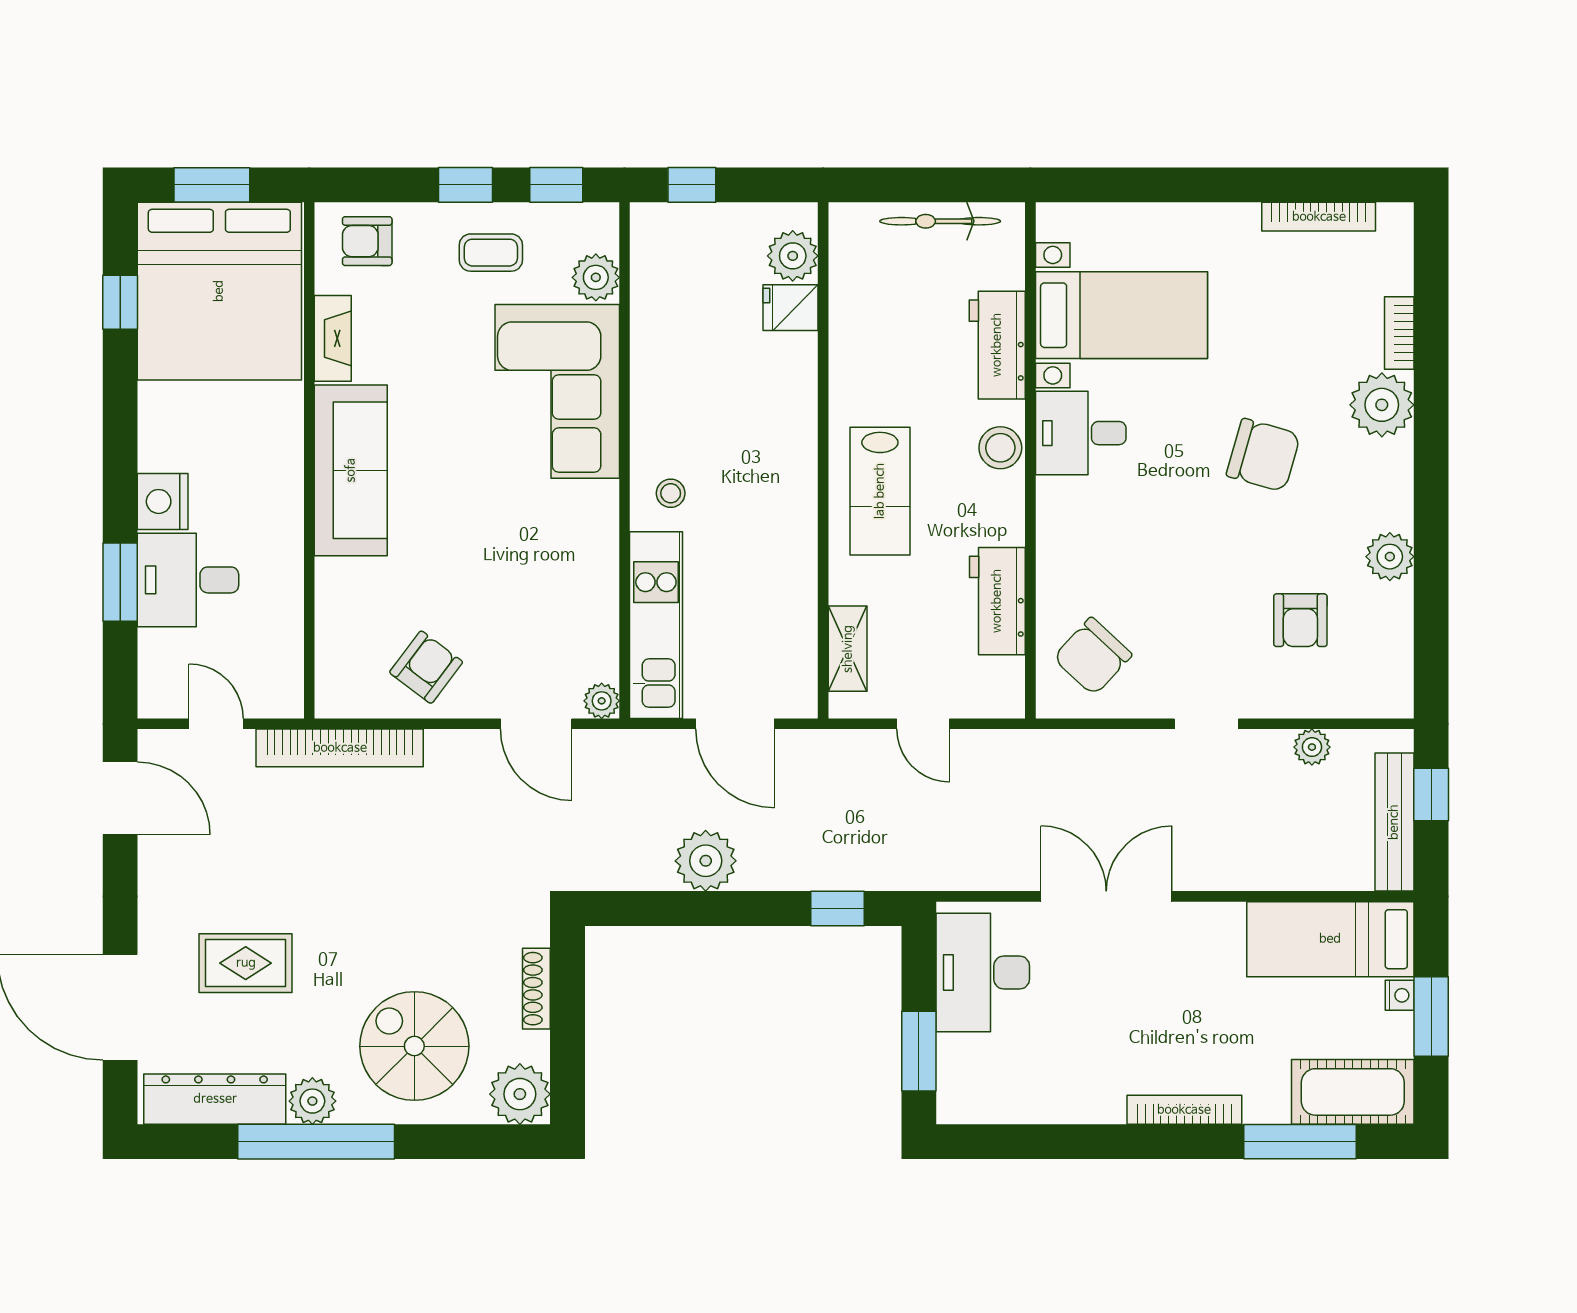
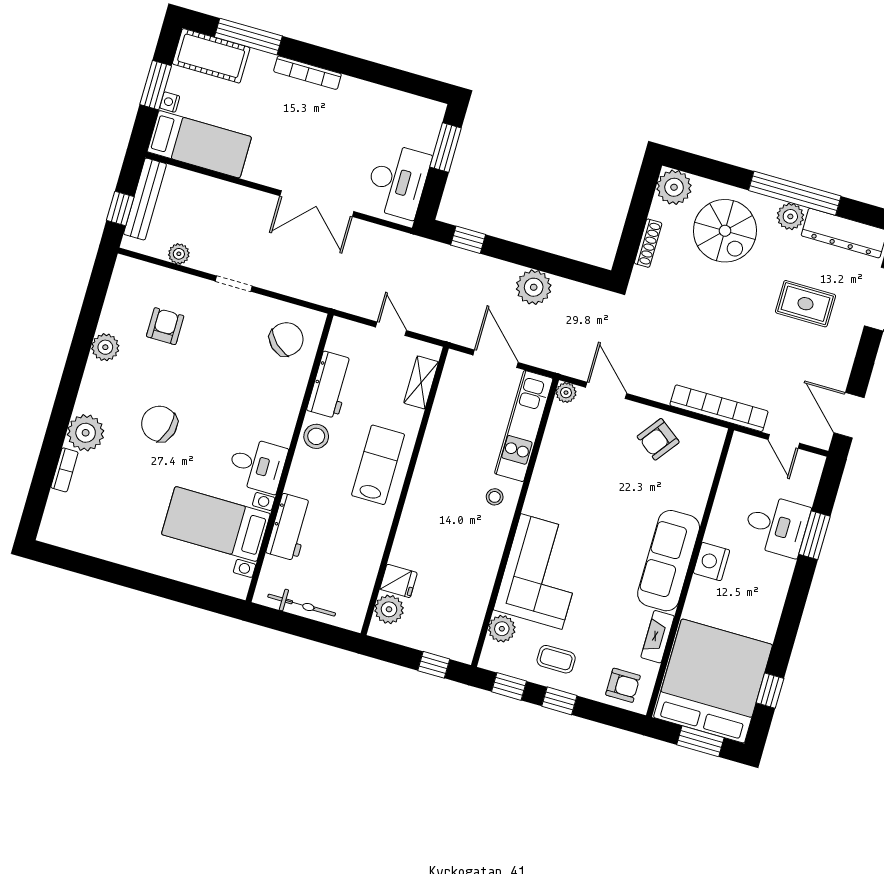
bookcase: (1319, 217) -> (91, 547), removed
stool: (1000, 448) -> (316, 436), moved
nightstand: (163, 501) -> (712, 562), moved, turned 180

